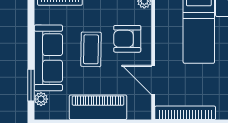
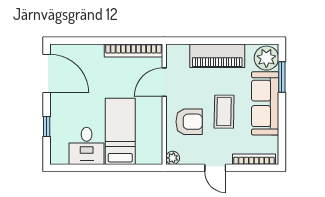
door: (153, 80) -> (164, 82), swing flipped
plant: (41, 99) -> (266, 58), width x1.88, depth x1.88

